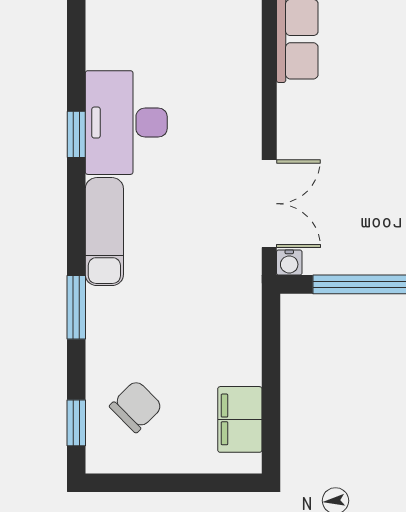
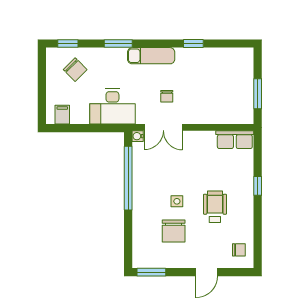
desk: (126, 123) -> (112, 106), moved, turned 180
chair: (198, 196) -> (167, 96), added
filing cabinet: (240, 419) -> (62, 115), width x0.50

